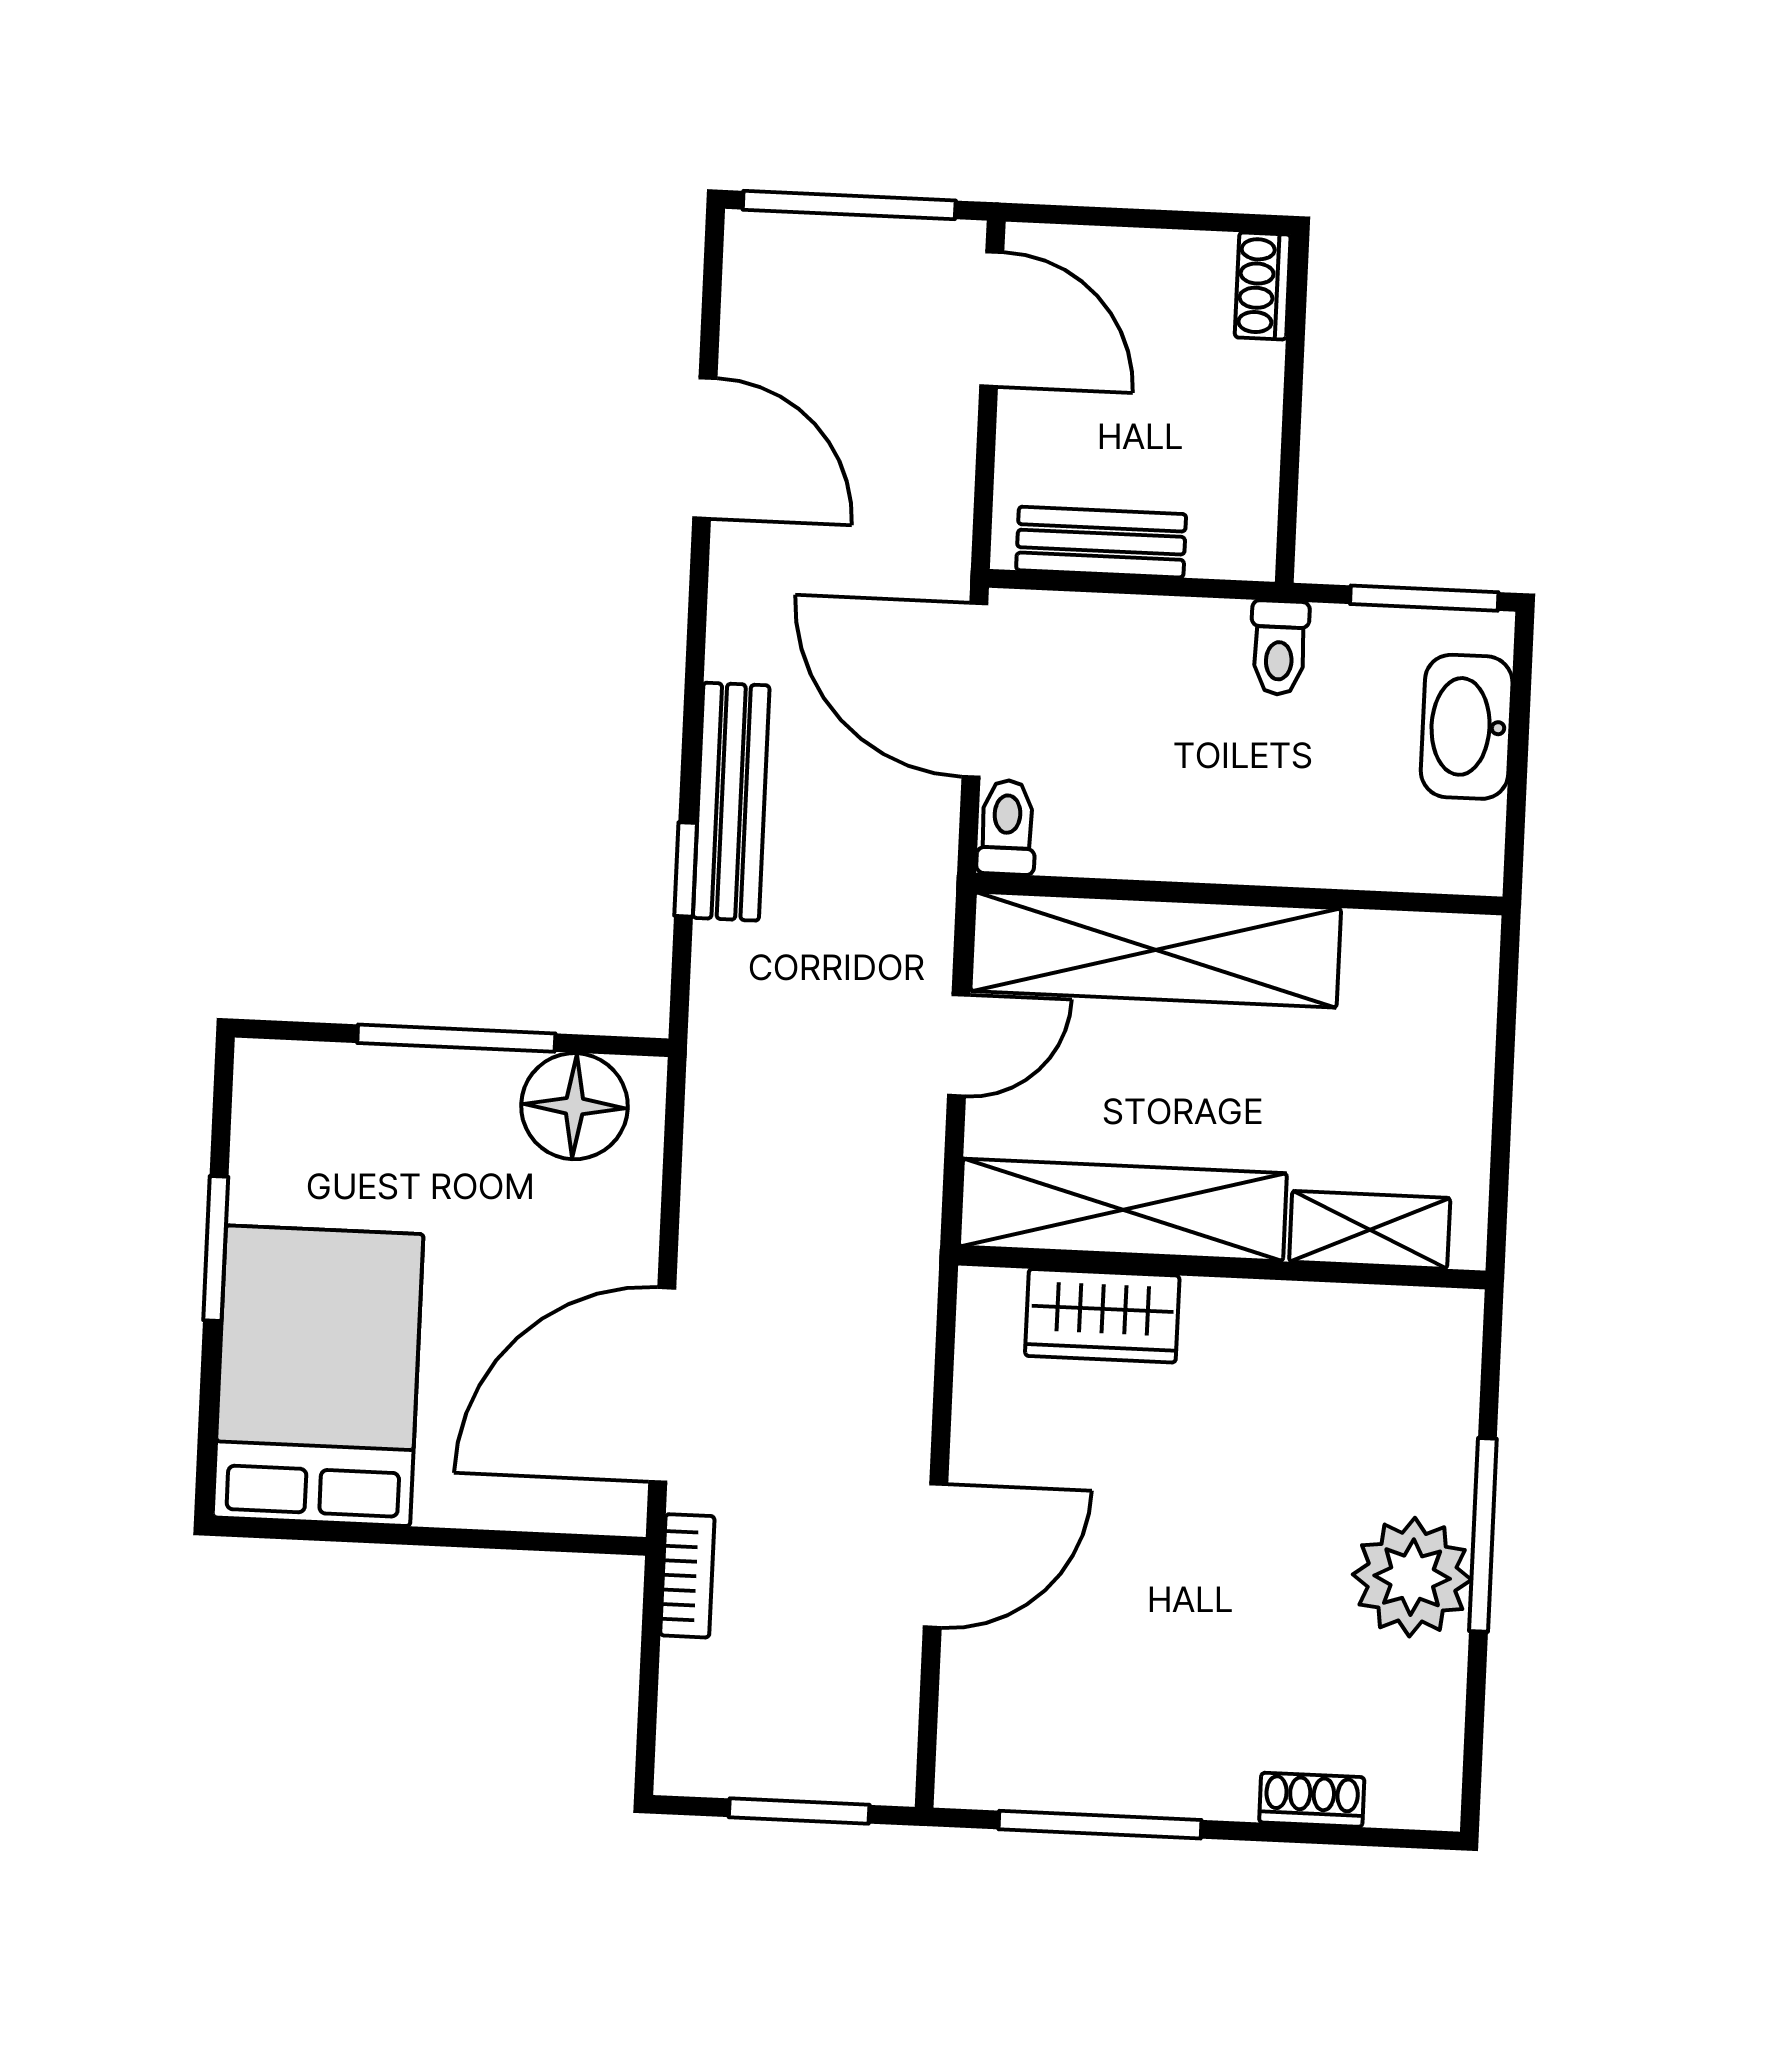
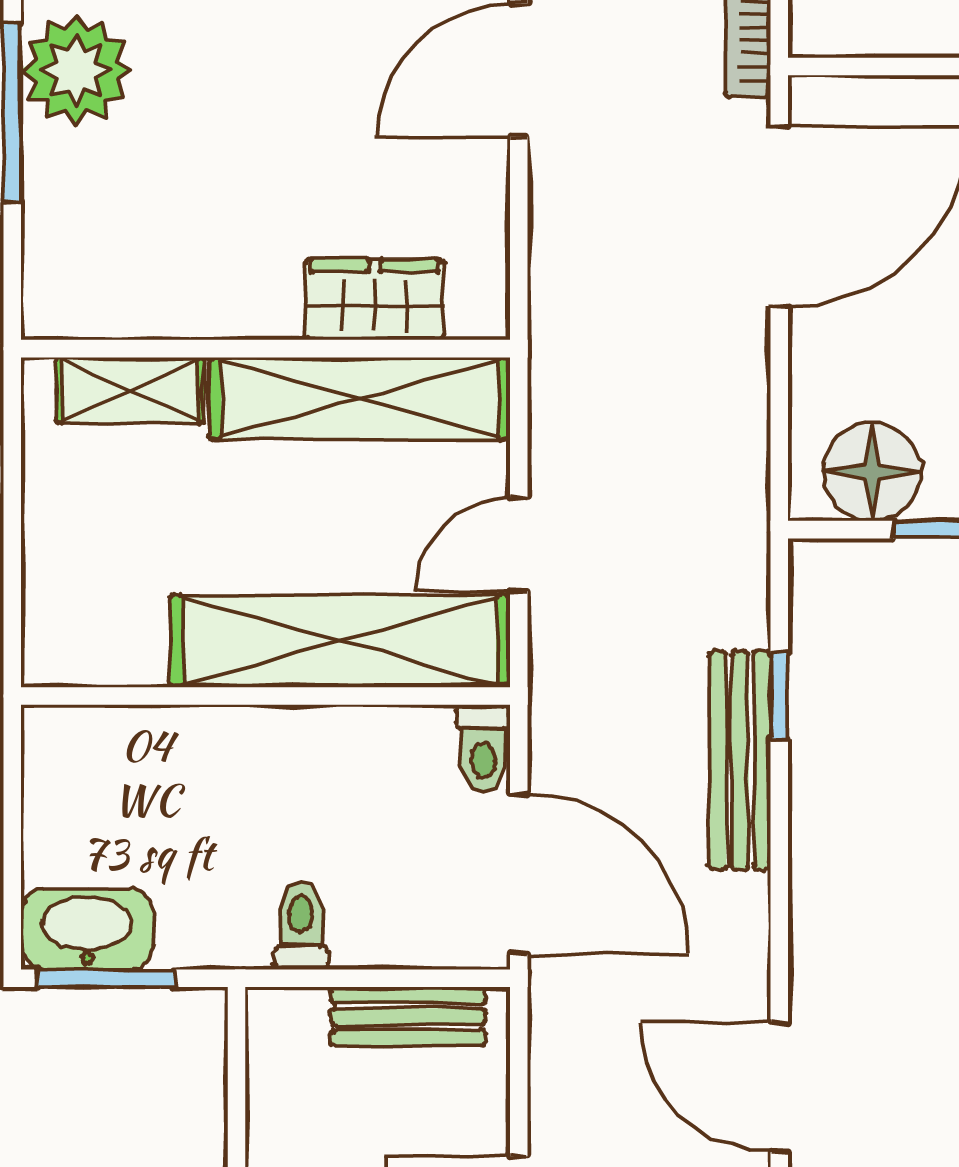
toilet: (1279, 648) -> (301, 926), moved
washbasin: (1467, 727) -> (87, 929), moved, turned -90

